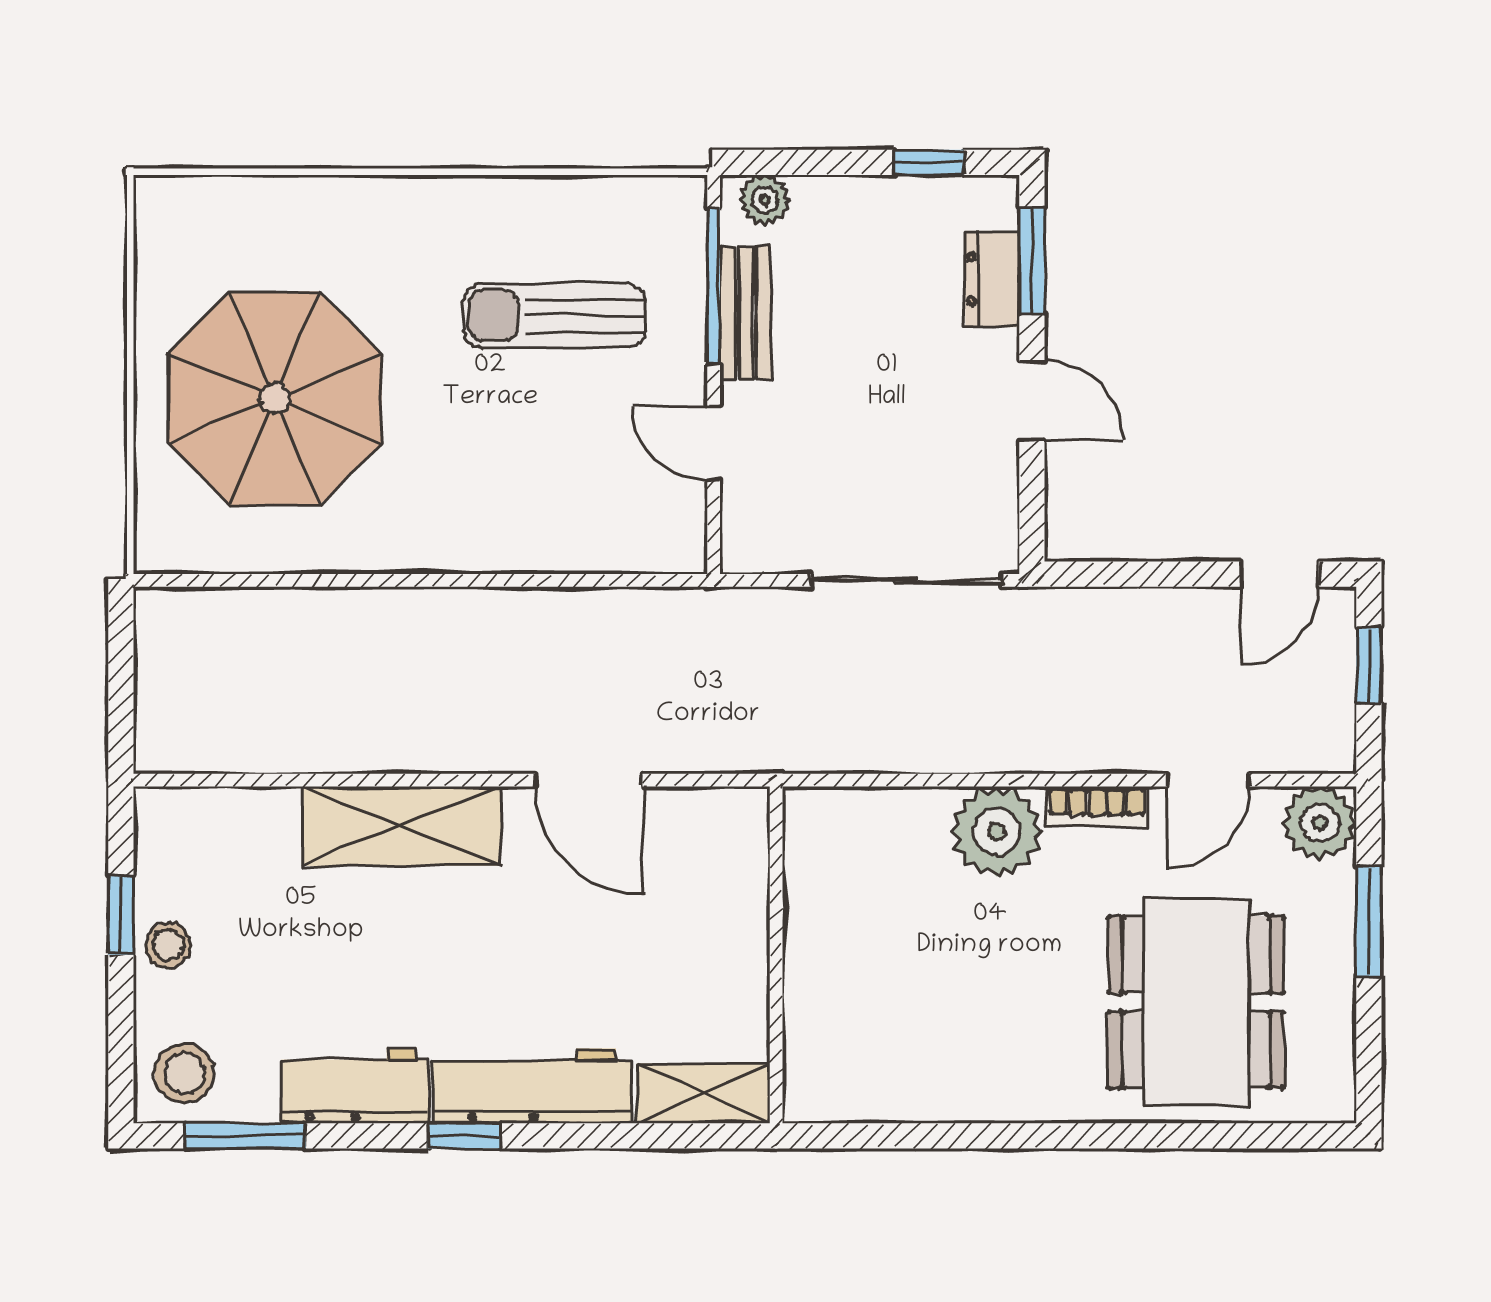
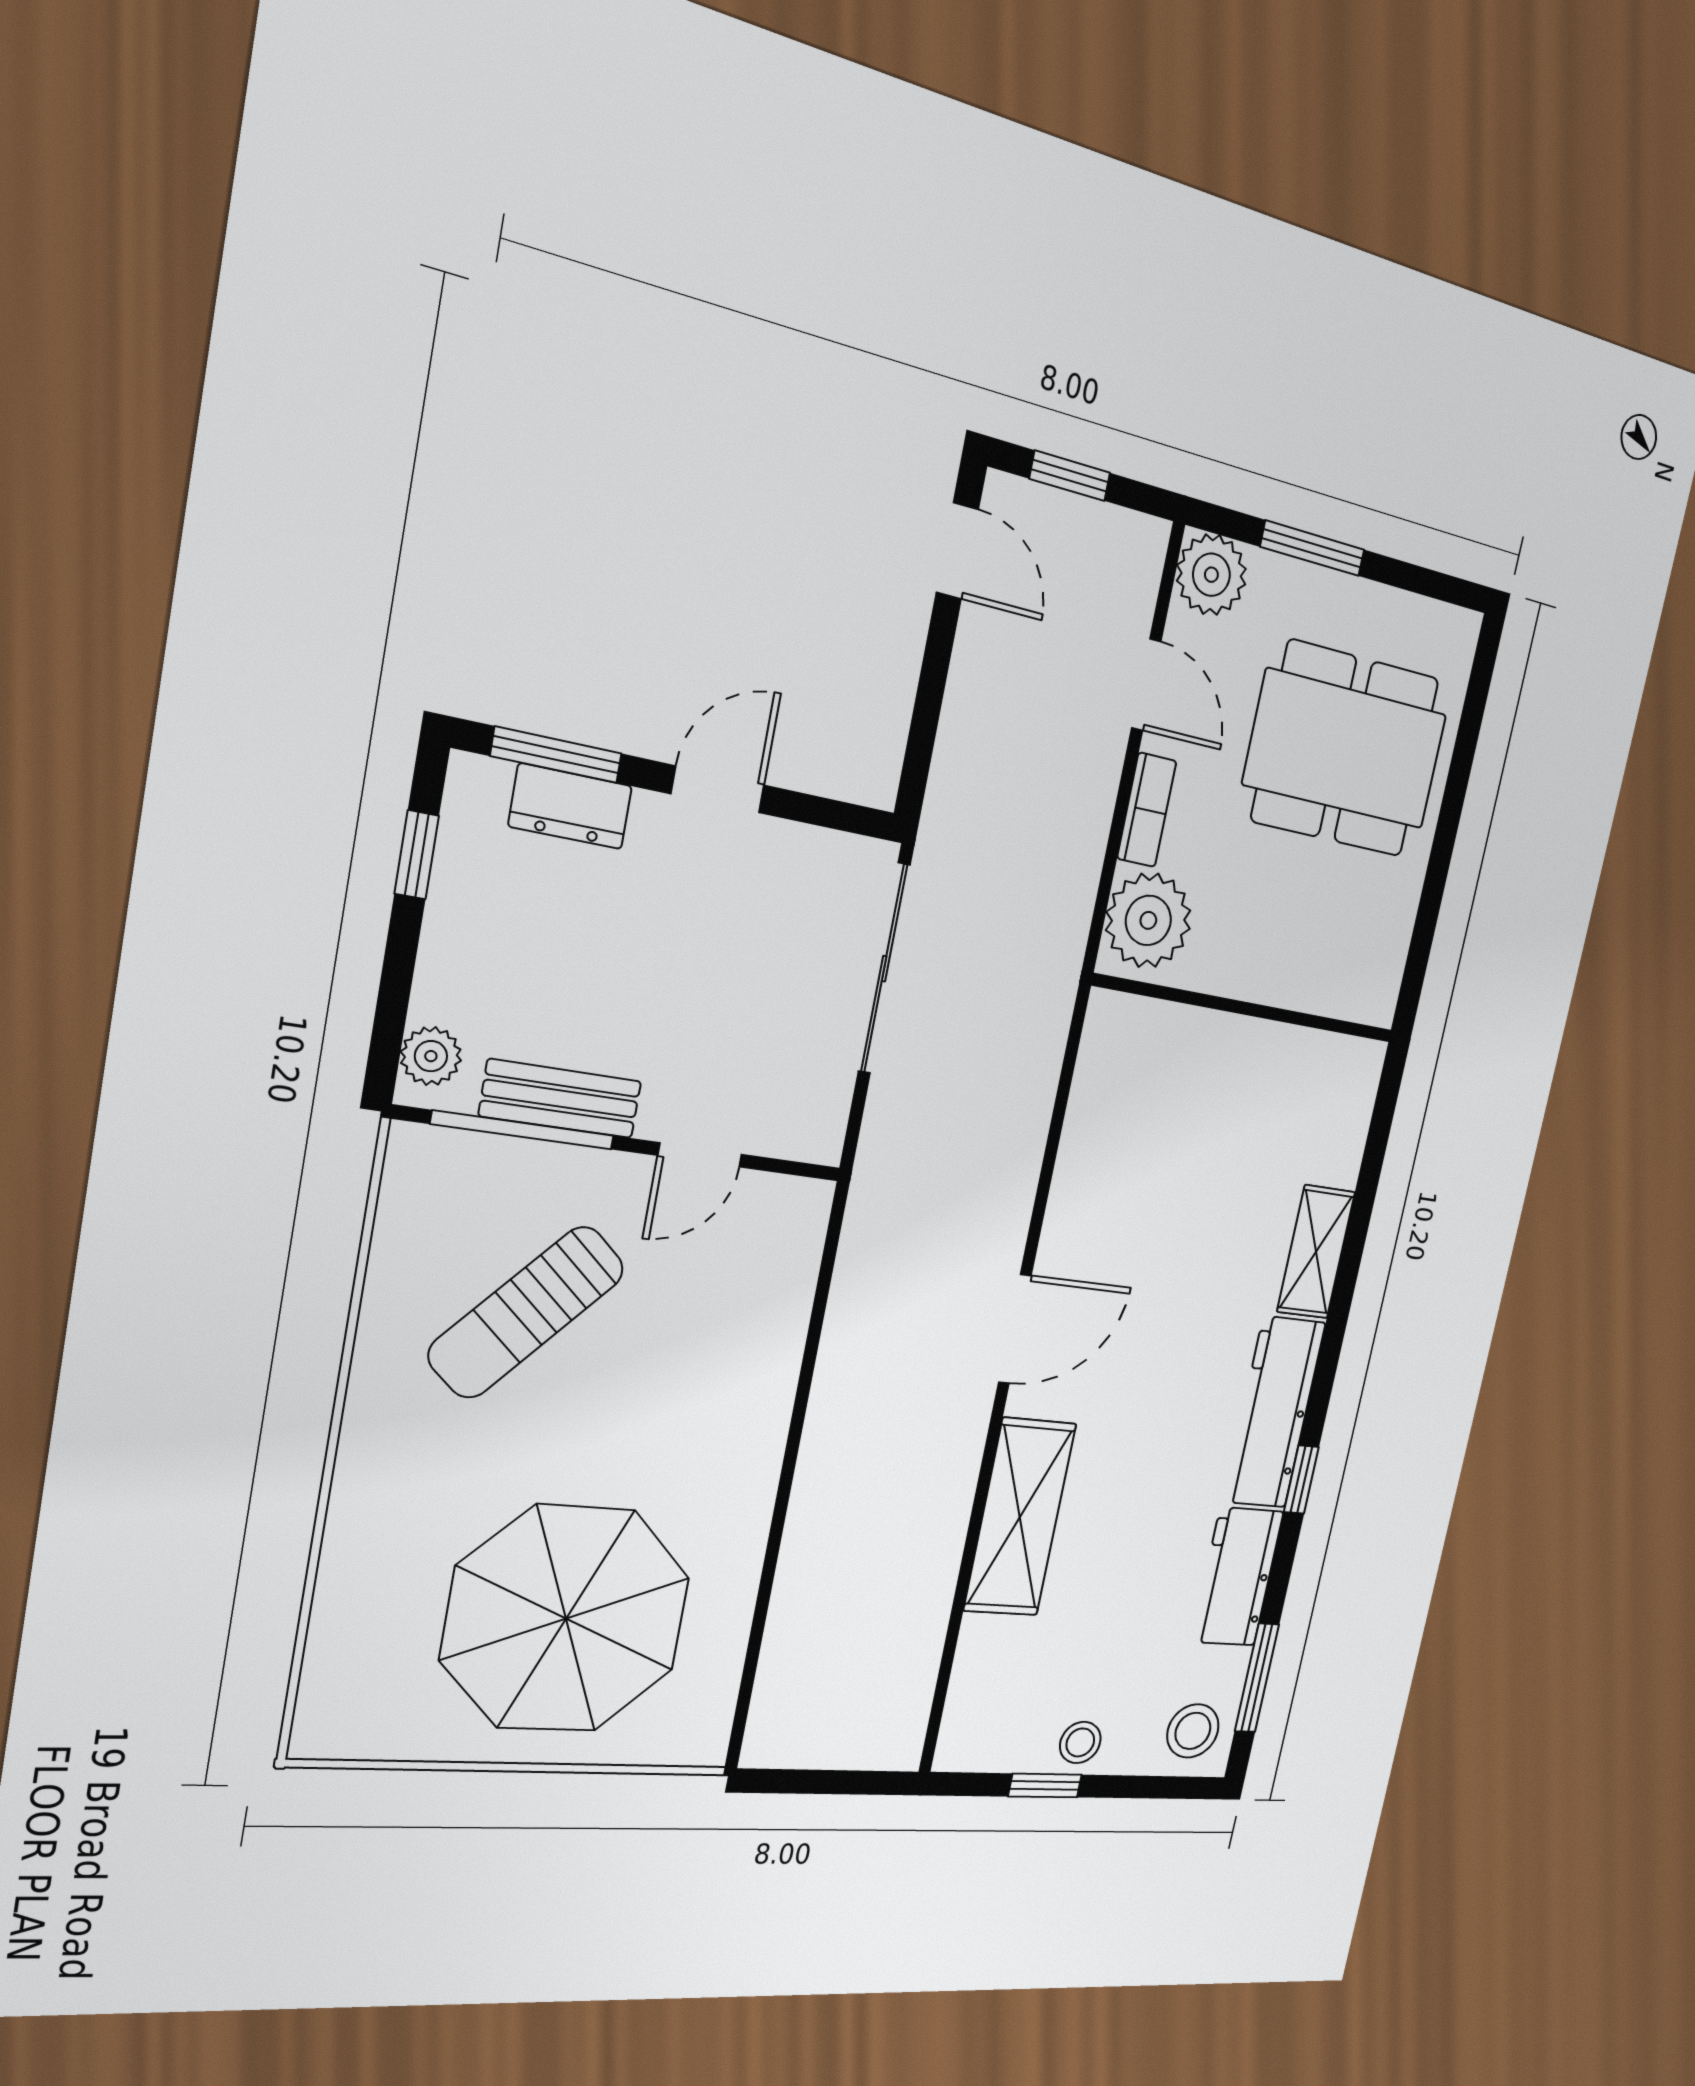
sun lounger: (554, 316) -> (527, 1312), turned 42
wall: (776, 955) -> (1246, 1009), moved

